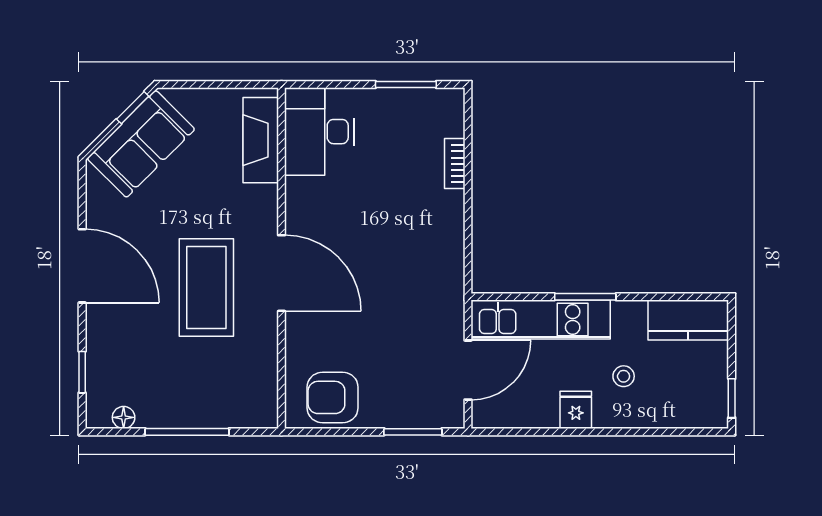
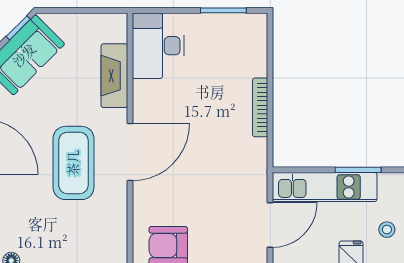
fireplace: (261, 140) -> (114, 76), moved
bookcase: (455, 164) -> (260, 107), moved, width x1.56
door: (282, 273) -> (130, 152), hinge flipped

